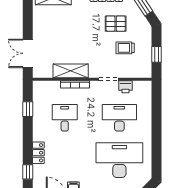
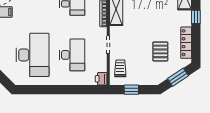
trolley: (125, 48) -> (120, 68), moved
printer: (125, 87) -> (101, 79), moved

